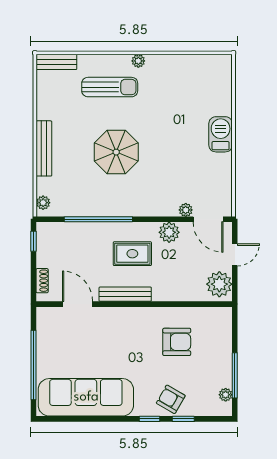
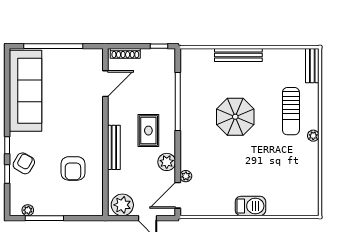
plant: (43, 203) -> (192, 54), removed
shoe rack: (42, 281) -> (125, 53), width x1.43
bench: (125, 294) -> (114, 147), moved

